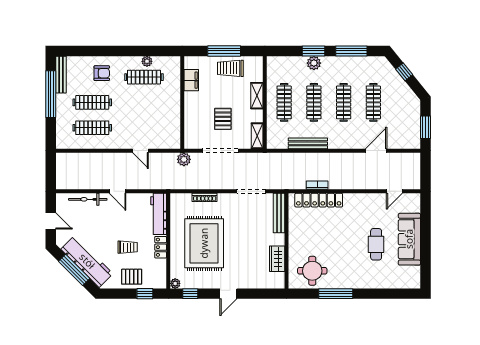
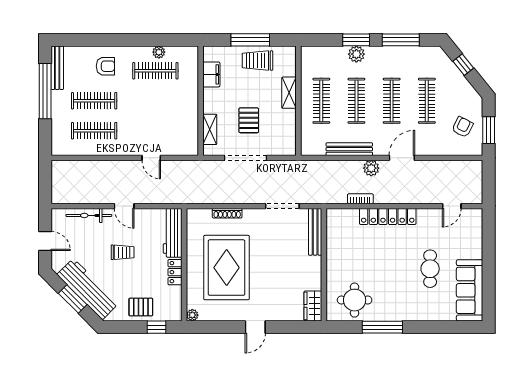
armchair: (403, 125) -> (463, 127), added
shelving: (257, 136) -> (210, 129), moved
door: (376, 151) -> (402, 158), moved
plant: (184, 159) -> (371, 168), moved
locker: (319, 200) -> (388, 216), moved
sofa: (409, 239) -> (470, 290), moved
trolley: (128, 247) -> (123, 252), moved
wardrobe: (277, 259) -> (313, 306), moved
window: (74, 270) -> (73, 299), width x0.69
window: (190, 294) -> (210, 327), removed

